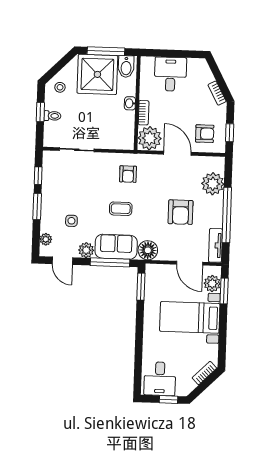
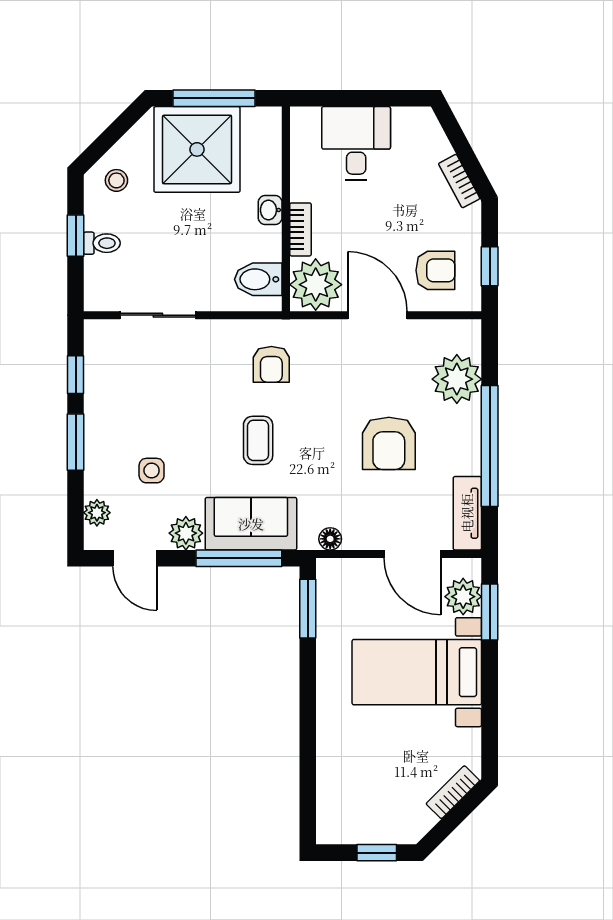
bidet: (126, 67) -> (258, 279), moved, turned 90
coffee table: (121, 209) -> (258, 440), turned 90
floor lamp: (148, 250) -> (330, 539), width x0.53, depth x0.53
desk: (160, 379) -> (356, 808), removed

